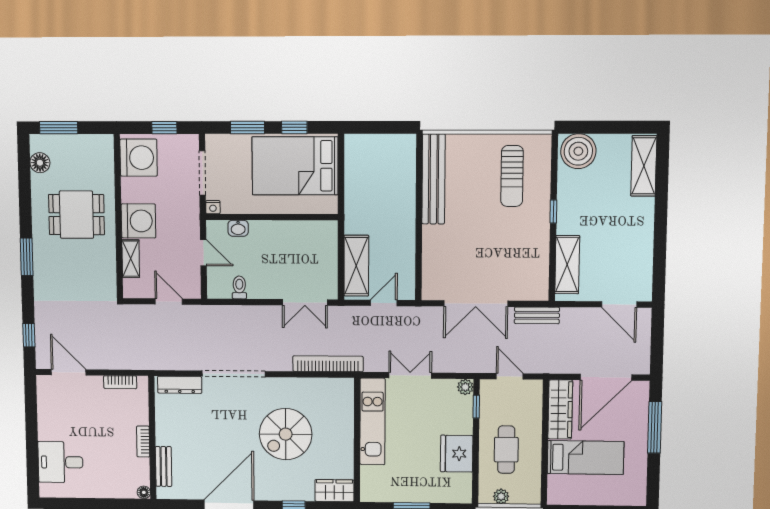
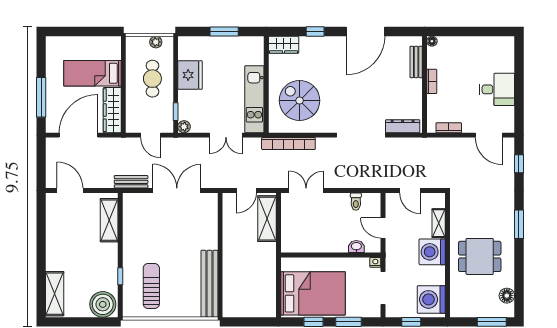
window: (553, 212) -> (120, 276), moved
spiral stairs: (286, 434) -> (300, 101), moved, turned -90
desk: (60, 462) -> (497, 89), moved

